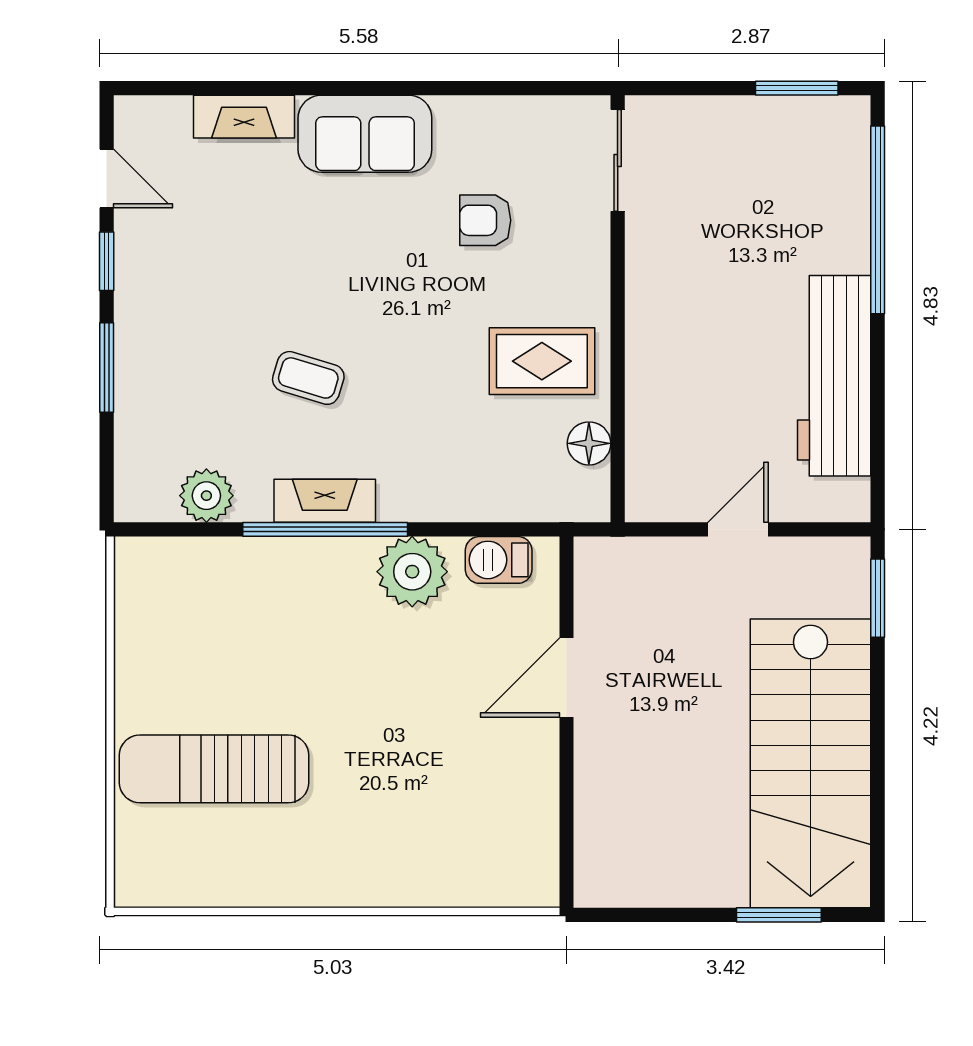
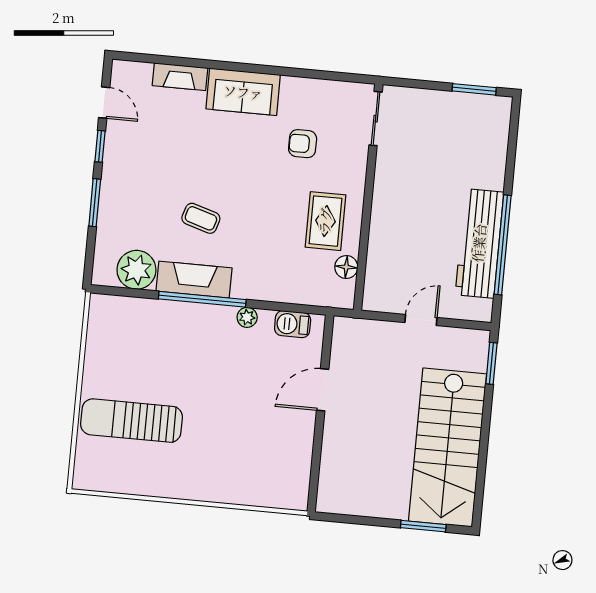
window: (878, 220) -> (503, 245), moved
rug: (542, 361) -> (325, 221), turned 90
plant: (206, 496) -> (136, 270), width x1.36, depth x1.36
fireplace: (325, 501) -> (194, 280), width x1.37, depth x1.32
plant: (412, 572) -> (247, 317), width x0.53, depth x0.53

